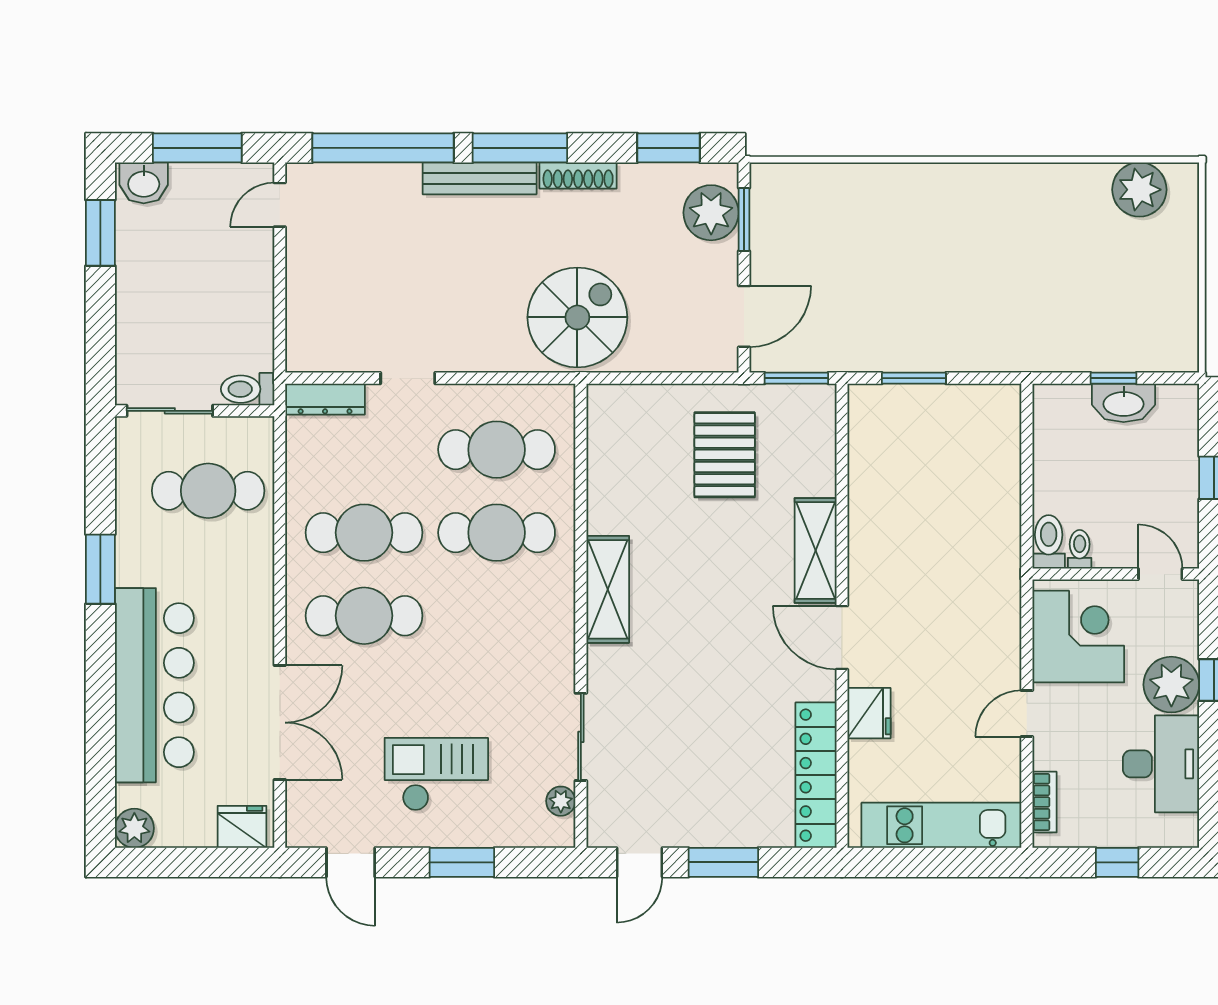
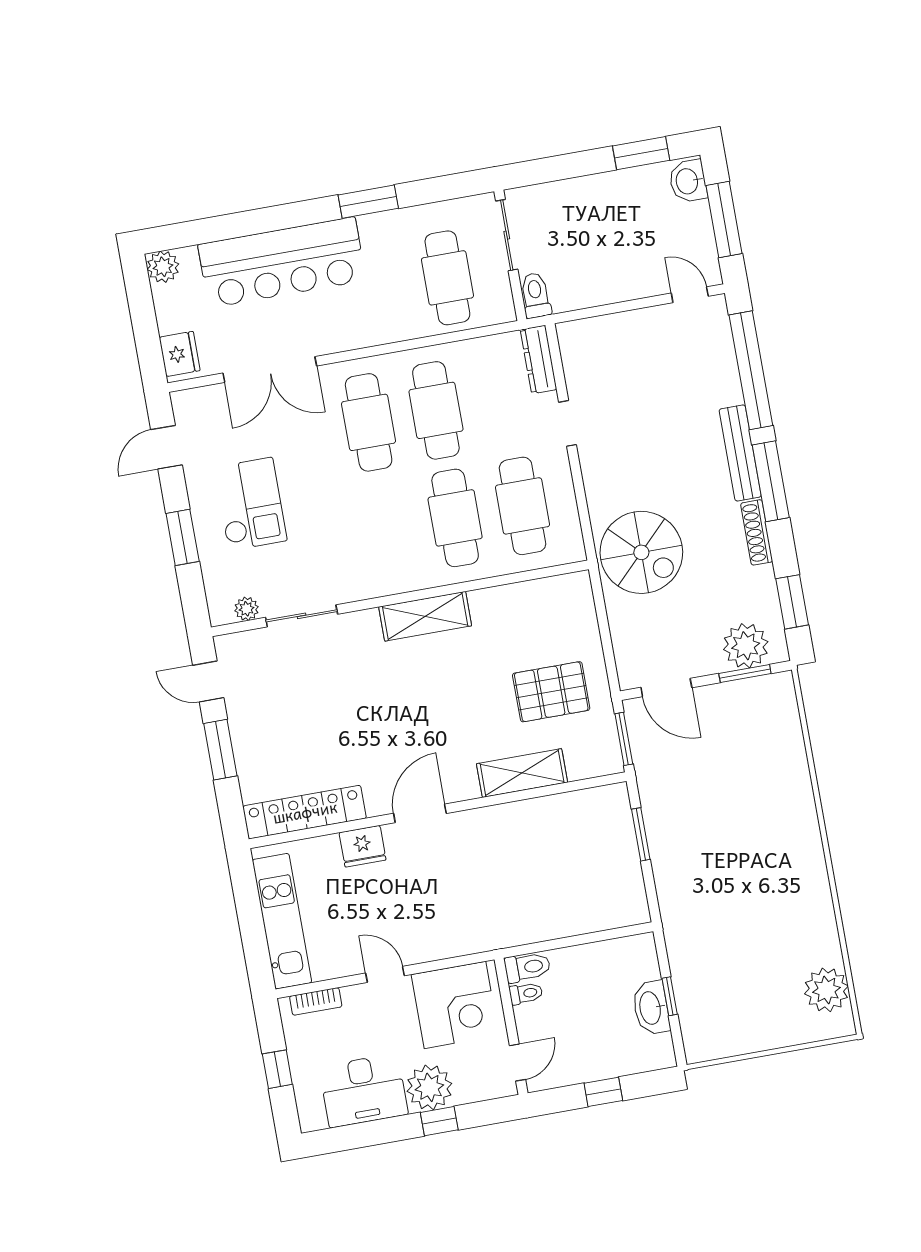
shelving: (816, 551) -> (522, 773), moved

